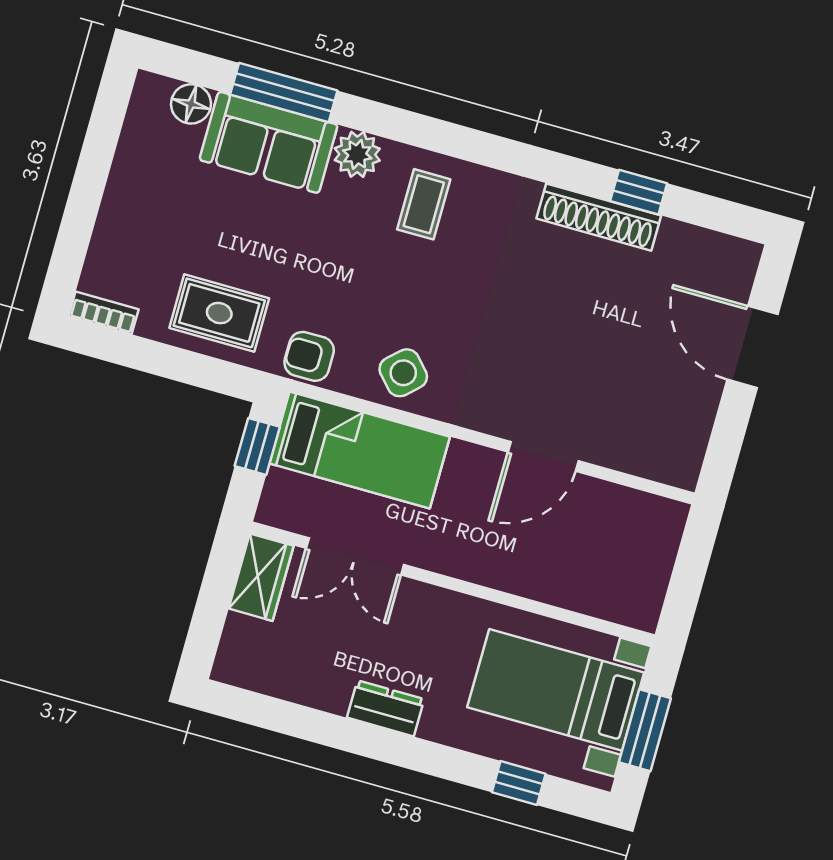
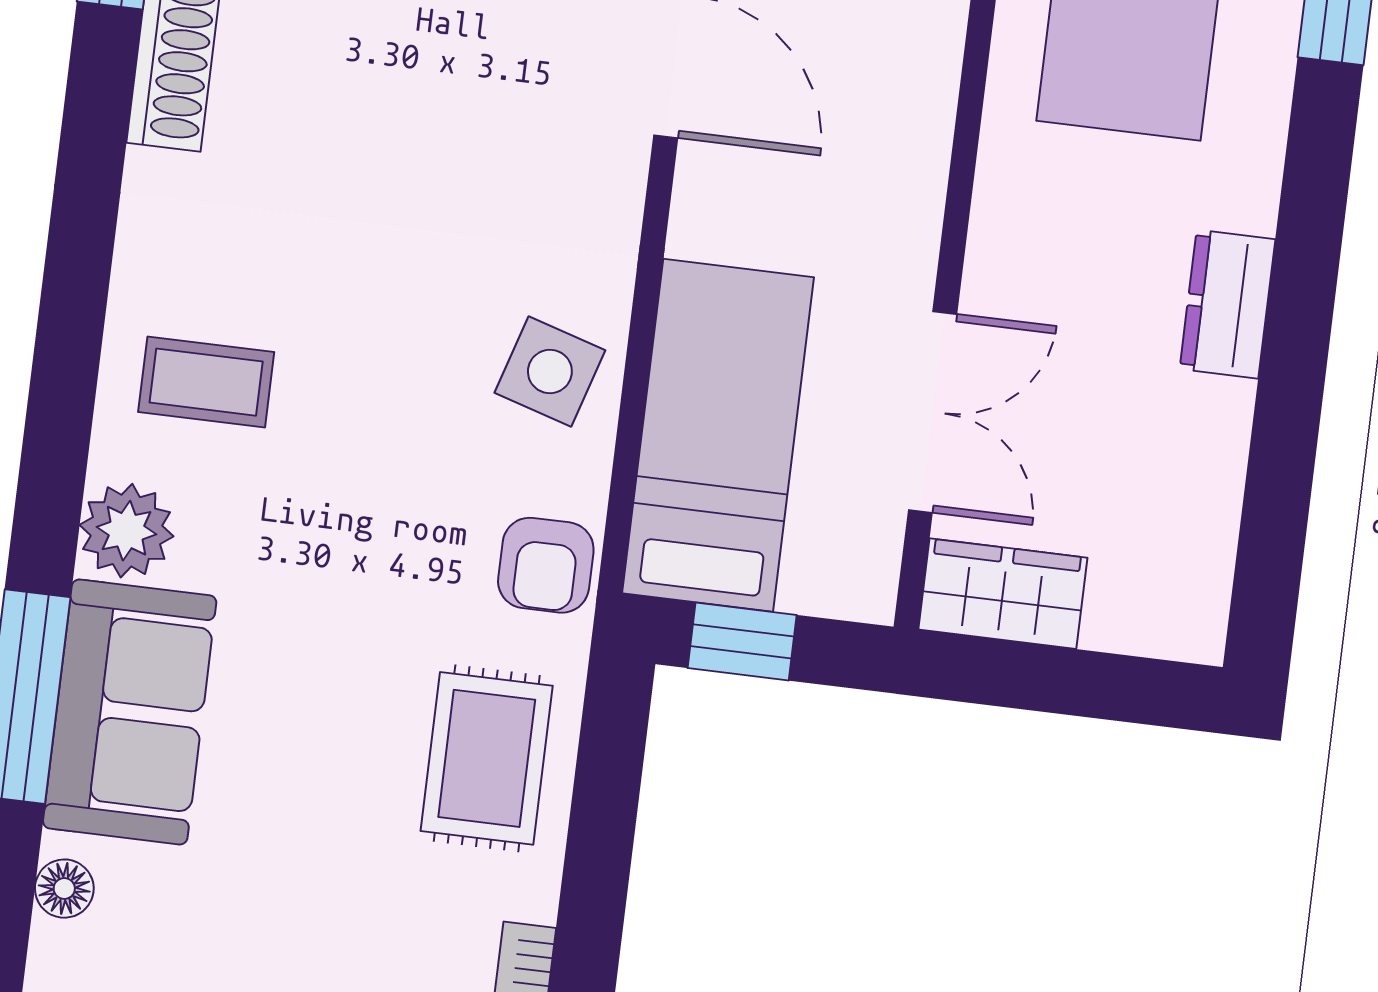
floor lamp: (191, 104) -> (64, 889), width x0.73, depth x0.73
side table: (403, 373) -> (550, 371), turned -30

